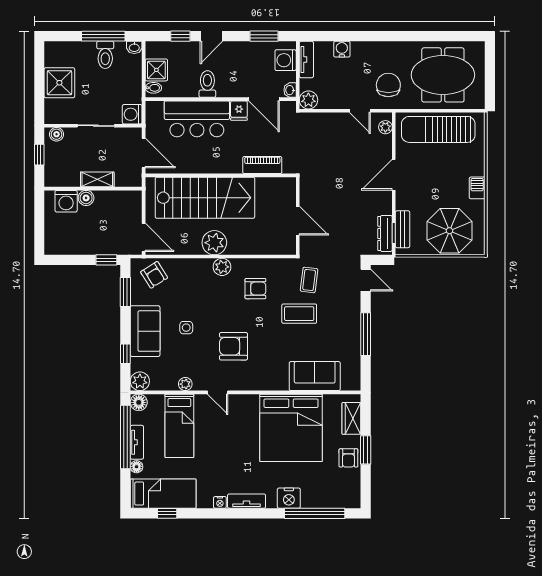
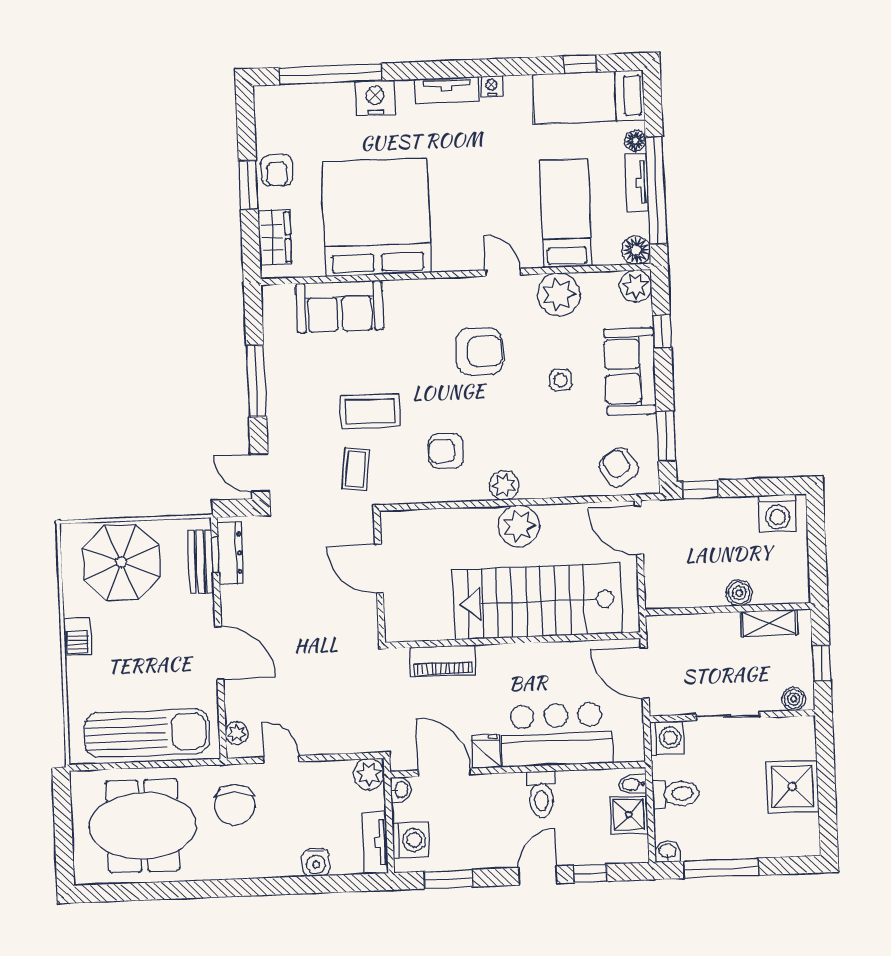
toilet: (105, 55) -> (676, 794), moved, turned 90
door: (394, 175) -> (219, 653), hinge flipped
shelving: (97, 179) -> (769, 623), moved
washing machine: (66, 201) -> (777, 513), moved, turned 180
plant: (185, 384) -> (559, 294), width x1.87, depth x1.87
armchair: (348, 458) -> (277, 170), turned 180

